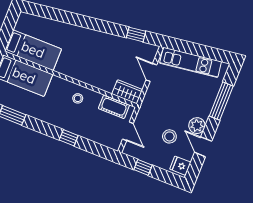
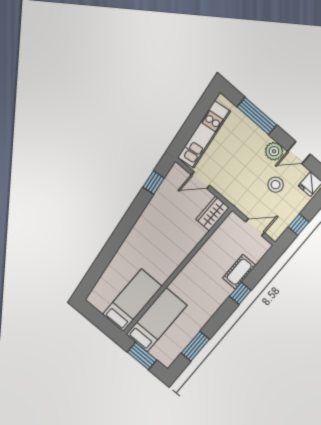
stool: (78, 98) -> (201, 269), removed
cot: (114, 107) -> (239, 272), moved

